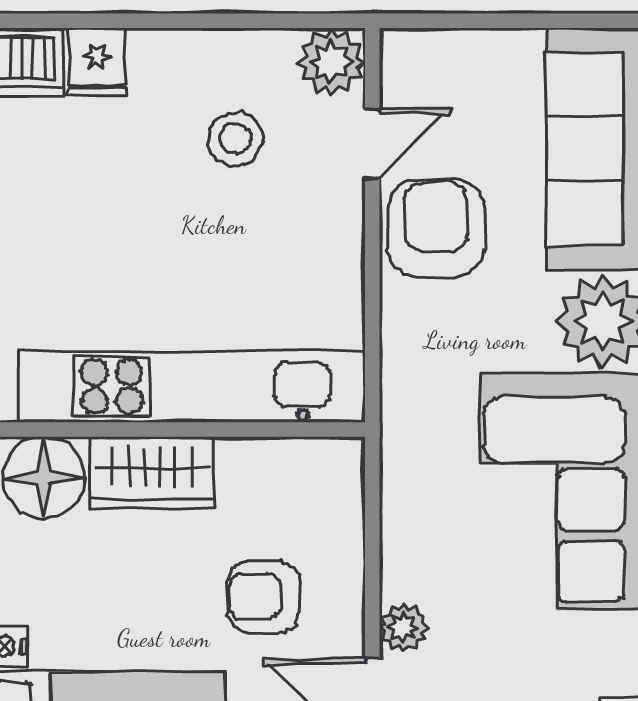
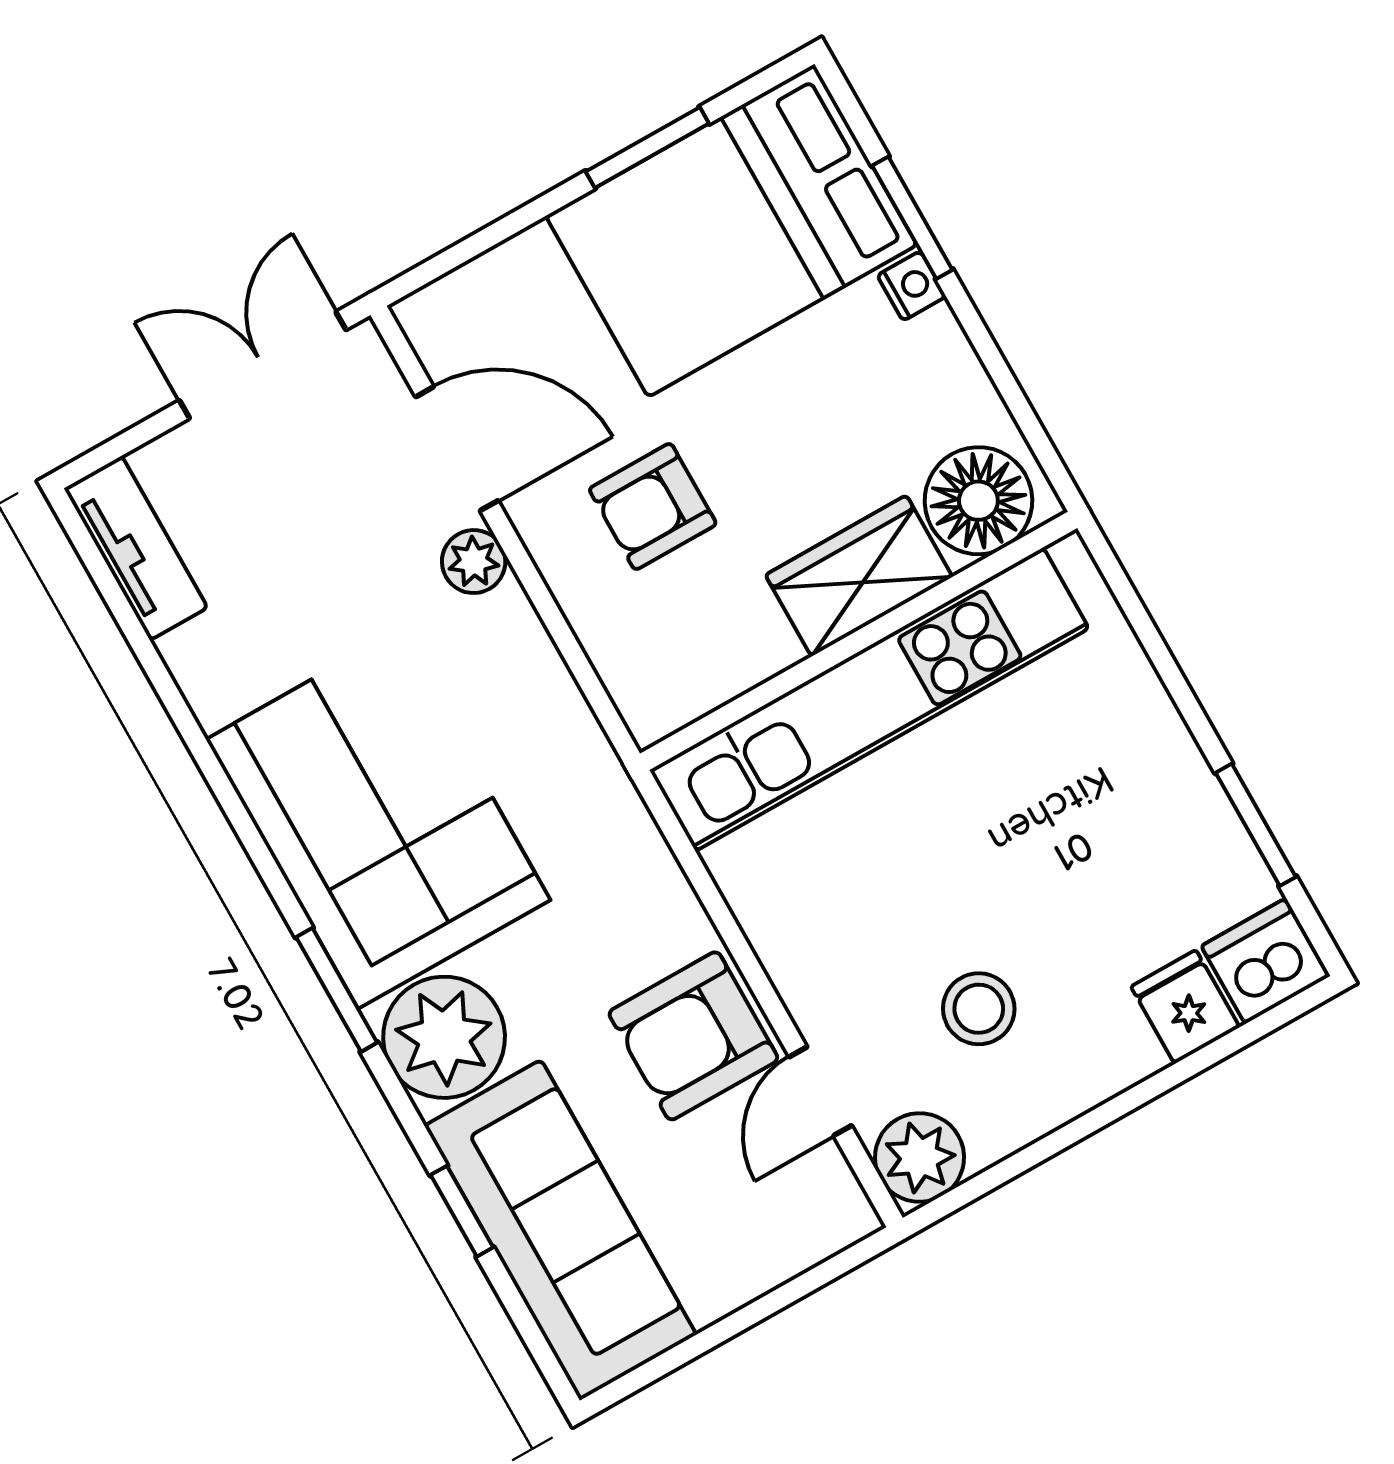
armchair: (436, 228) -> (693, 1036), turned 90
armchair: (263, 597) -> (653, 507), turned 180

